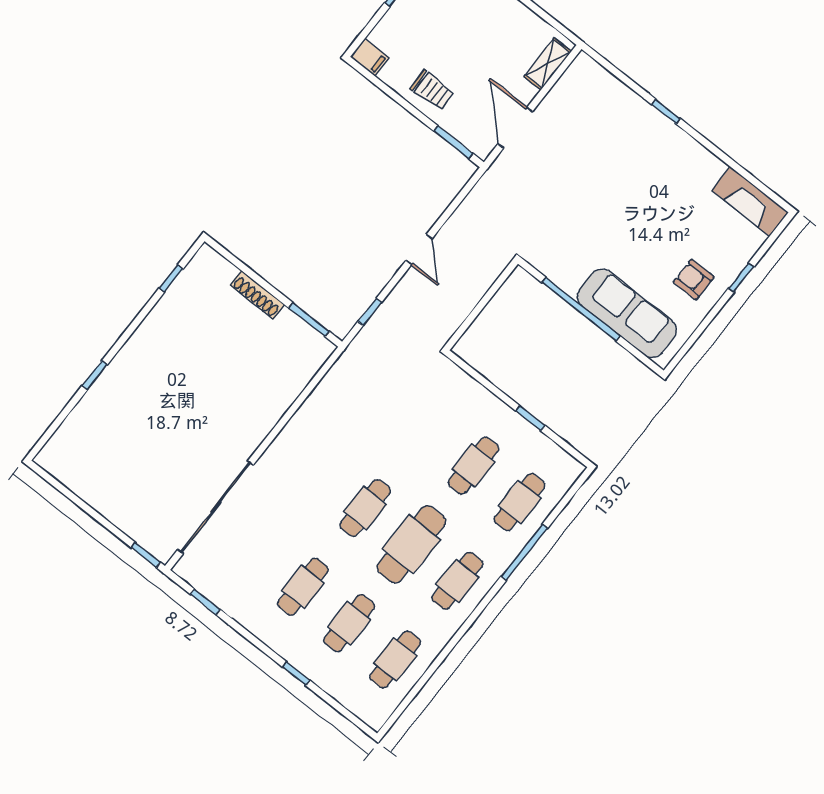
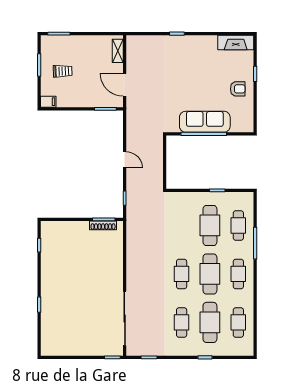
trolley: (432, 90) -> (63, 71), moved
armchair: (694, 279) -> (238, 89), turned 180
shoe rack: (257, 295) -> (103, 225), moved
sofa: (627, 313) -> (205, 122), moved
cafe table: (473, 466) -> (210, 225), width x1.37, depth x1.35
cafe table: (349, 623) -> (210, 322), width x1.37, depth x1.35

